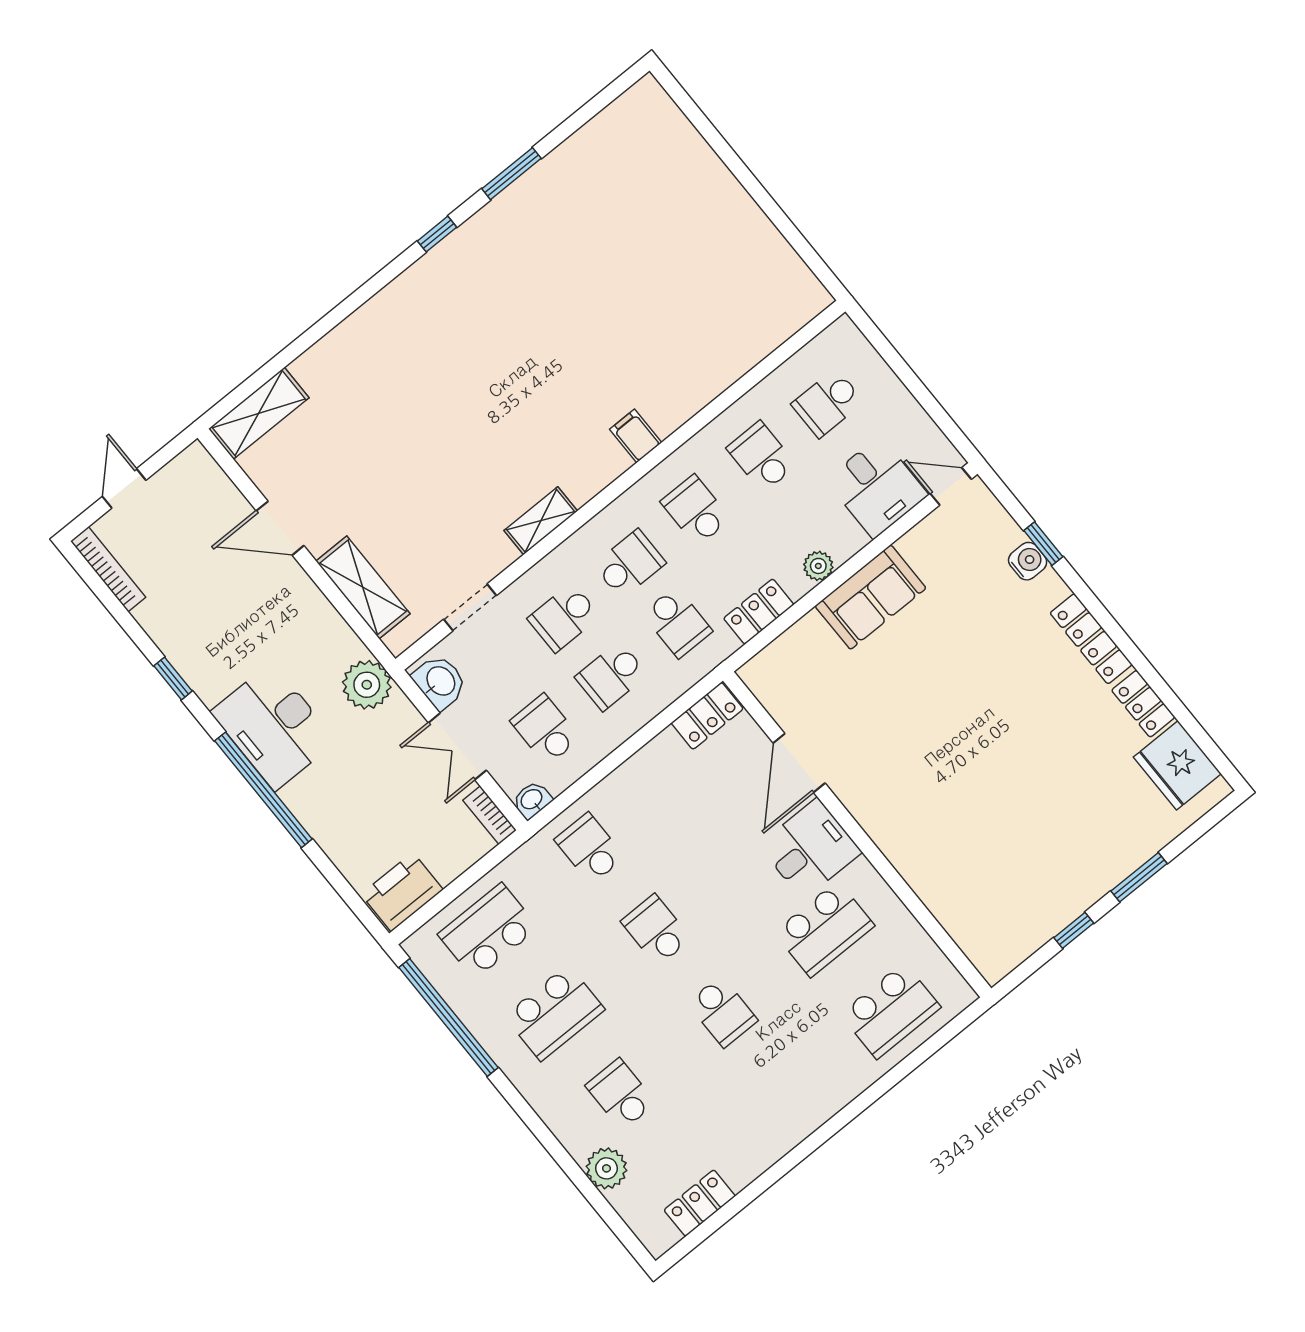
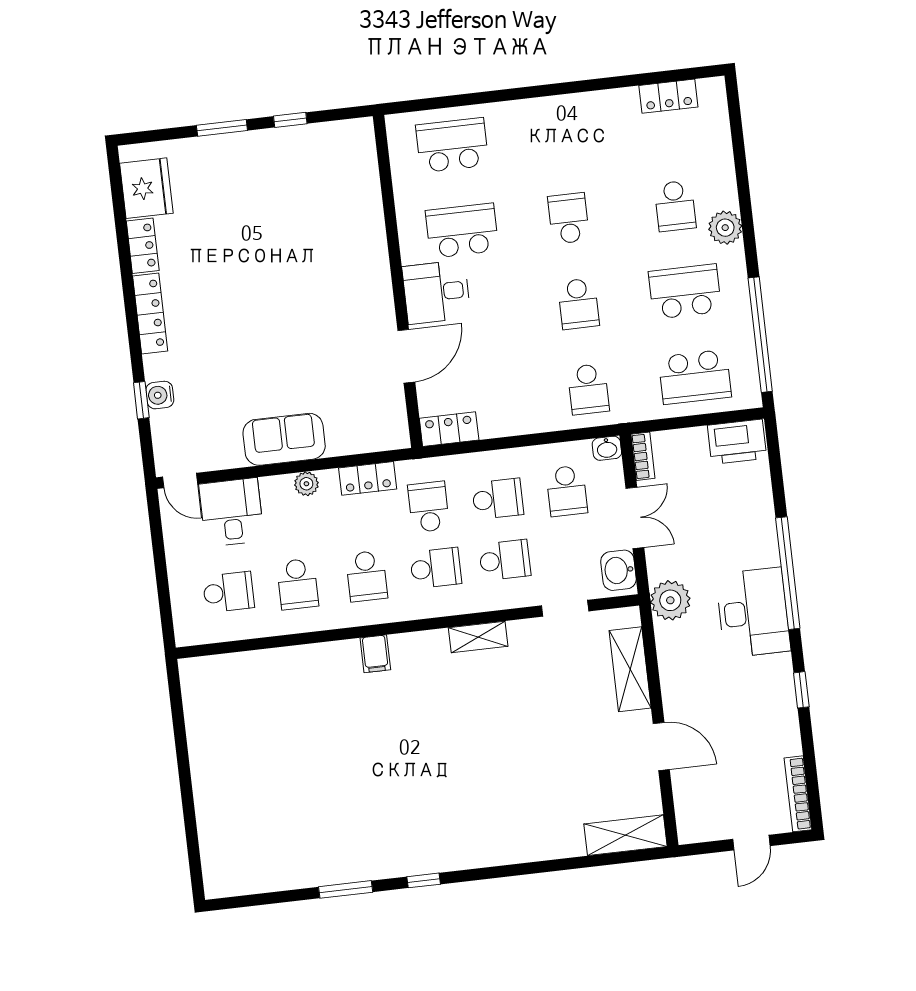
school desk: (630, 564) -> (436, 568), turned 180
plant: (606, 1168) -> (725, 228), moved

